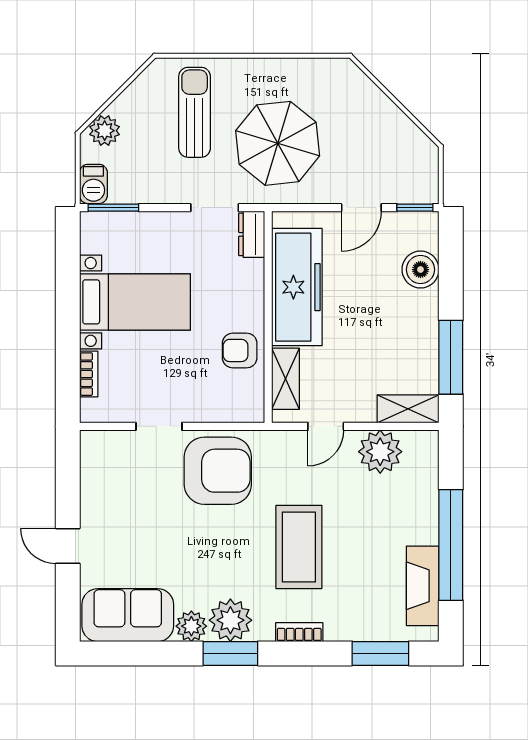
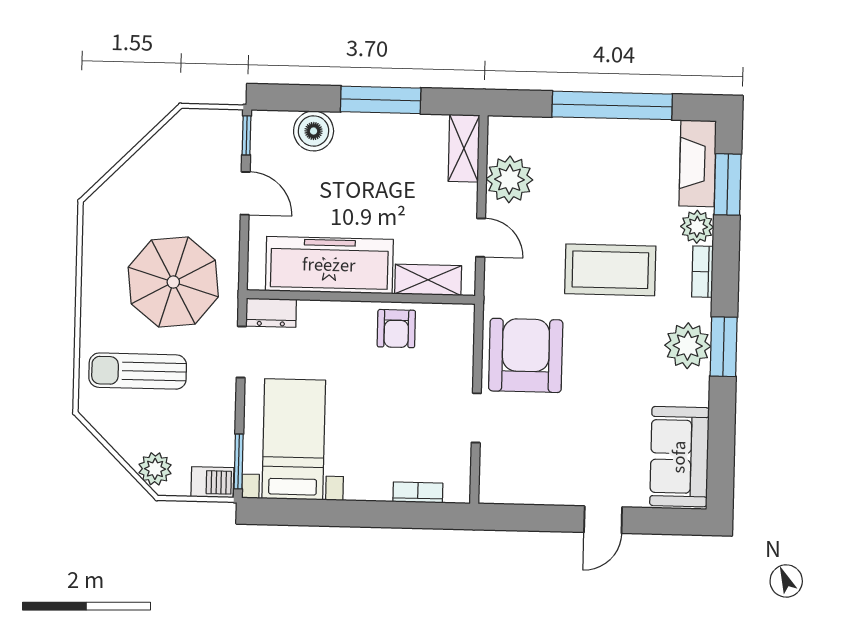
bed with nightstands: (135, 302) -> (294, 439), moved
window: (451, 357) -> (381, 100), moved
fireplace: (423, 586) -> (698, 163), moved, turned 90
plant: (191, 626) -> (697, 227), moved

